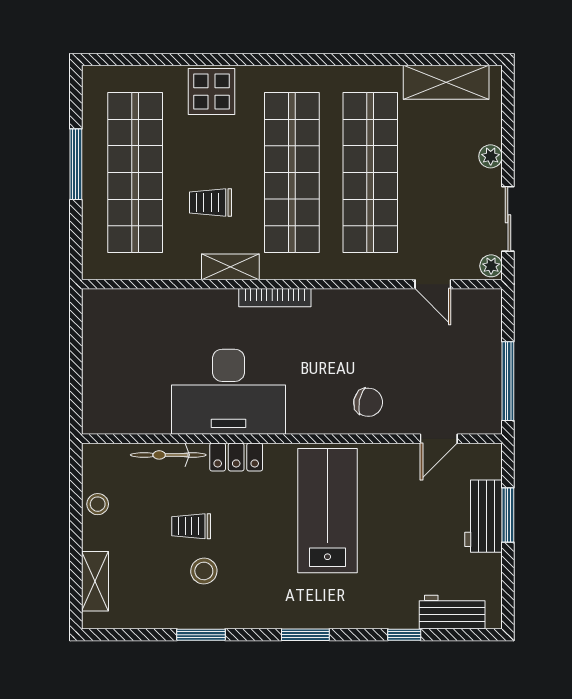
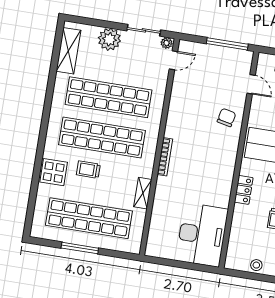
plant: (491, 156) -> (109, 39), width x1.88, depth x1.88
trolley: (211, 203) -> (88, 170), moved, turned 90
shelving: (230, 267) -> (143, 193), moved
door: (433, 284) -> (173, 60), moved
desk: (228, 392) -> (202, 235), moved
bicycle: (168, 455) -> (237, 225), removed

